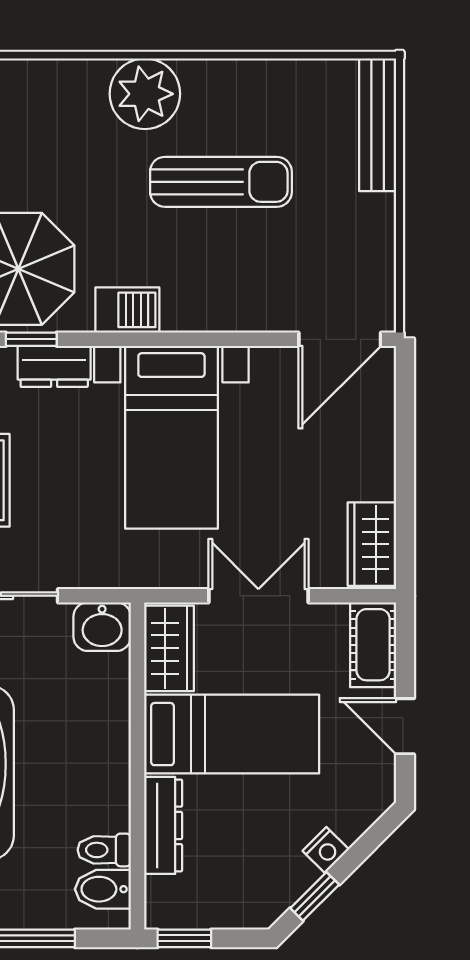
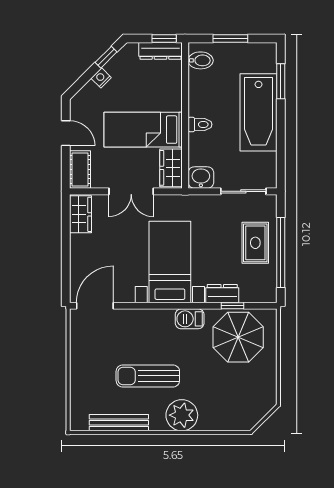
bench: (378, 125) -> (119, 423), moved, turned 90
dresser: (163, 825) -> (161, 51), moved, turned -90
toilet: (104, 850) -> (200, 124), moved

